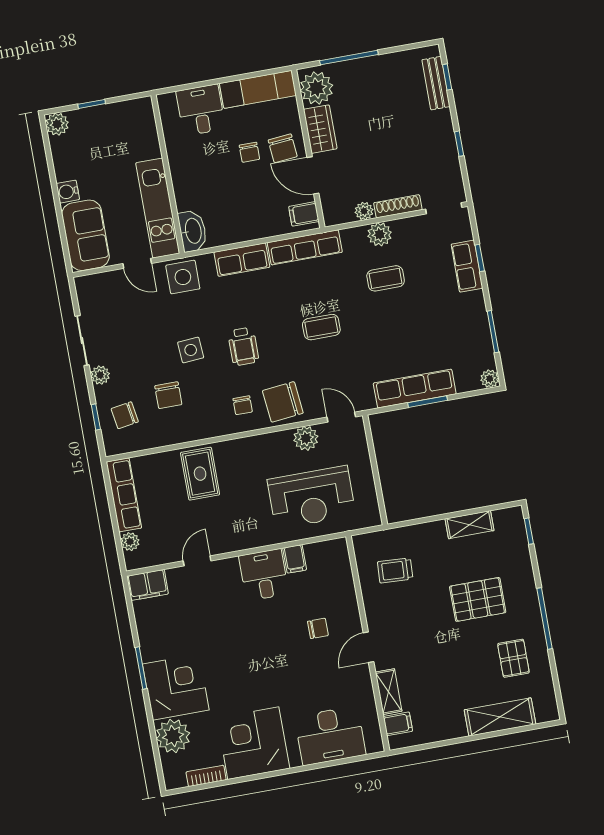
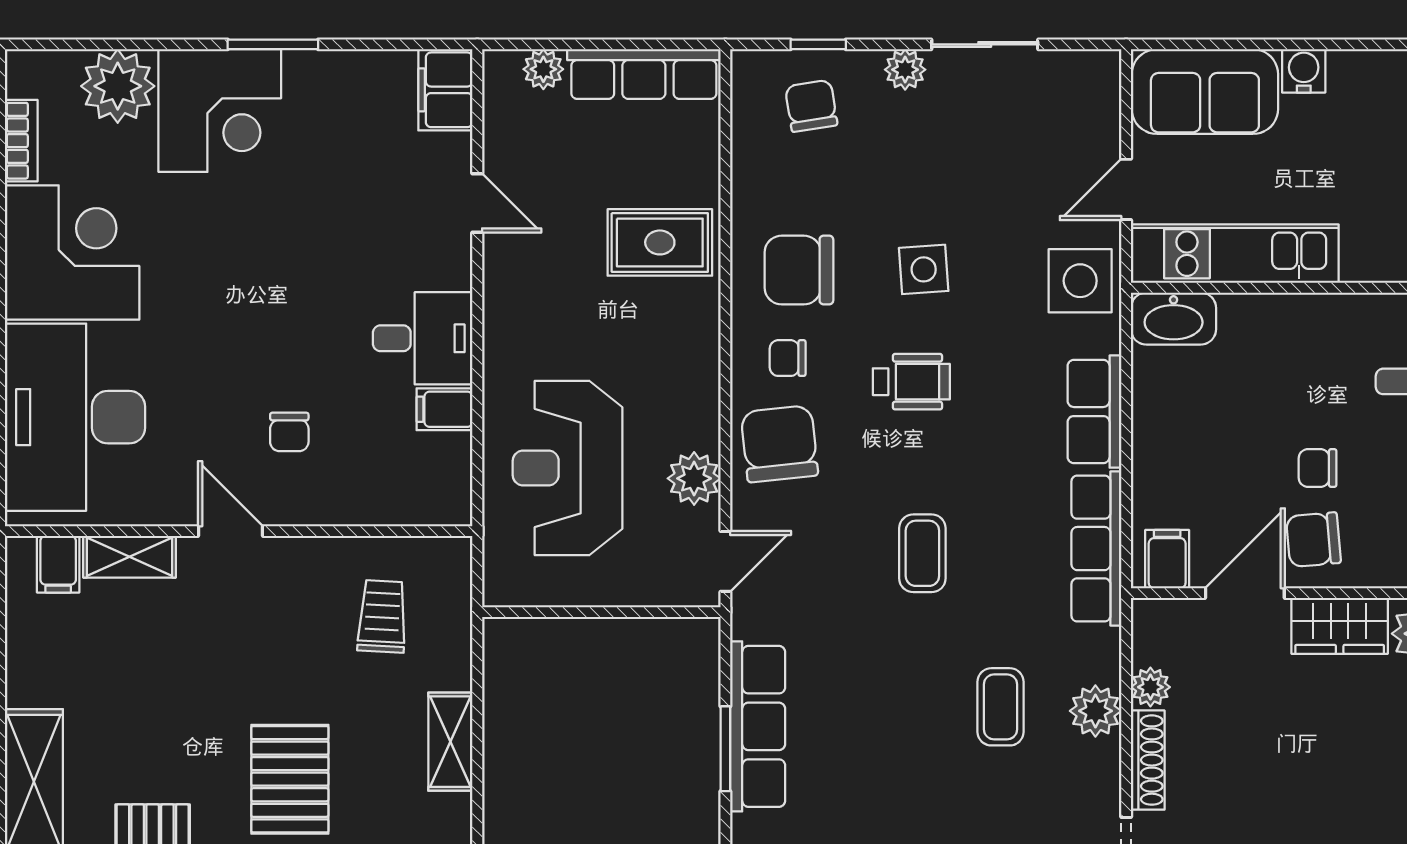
wheelchair: (243, 346) -> (911, 382), turned 180
chair: (168, 395) -> (799, 270), moved, width x1.37, depth x1.37
shelving: (469, 525) -> (450, 742), moved
desk: (330, 736) -> (75, 417), width x1.36, depth x1.30

